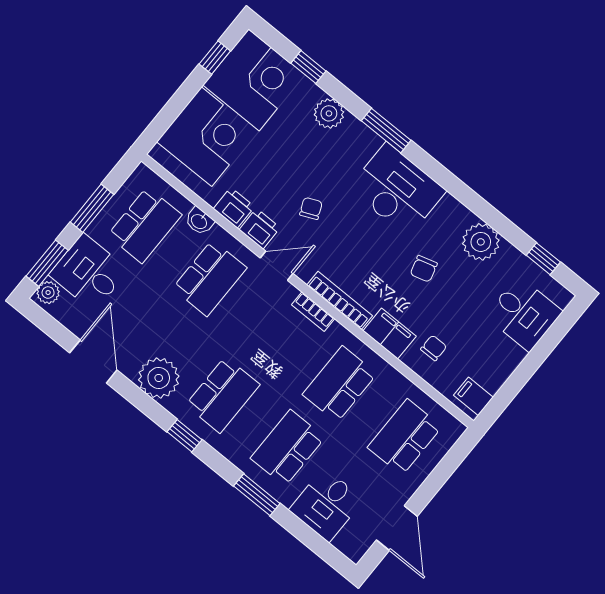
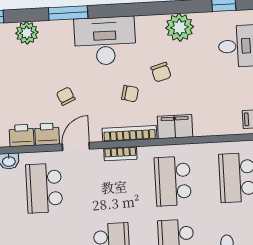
school desk: (210, 278) -> (44, 188), turned 180
chair: (434, 348) -> (130, 94), moved, turned 104

